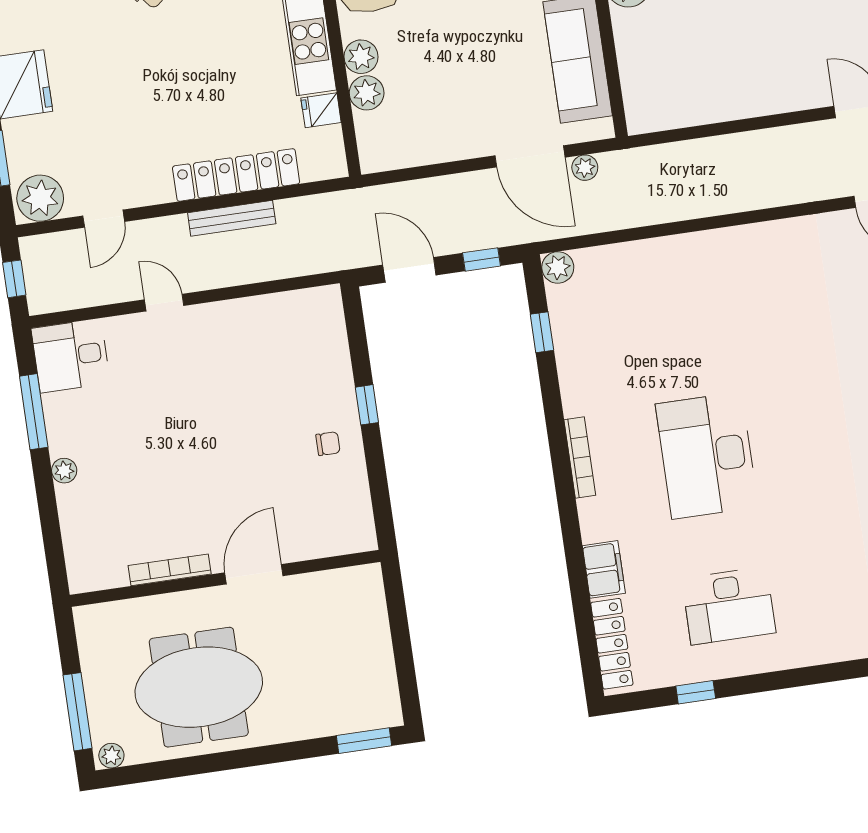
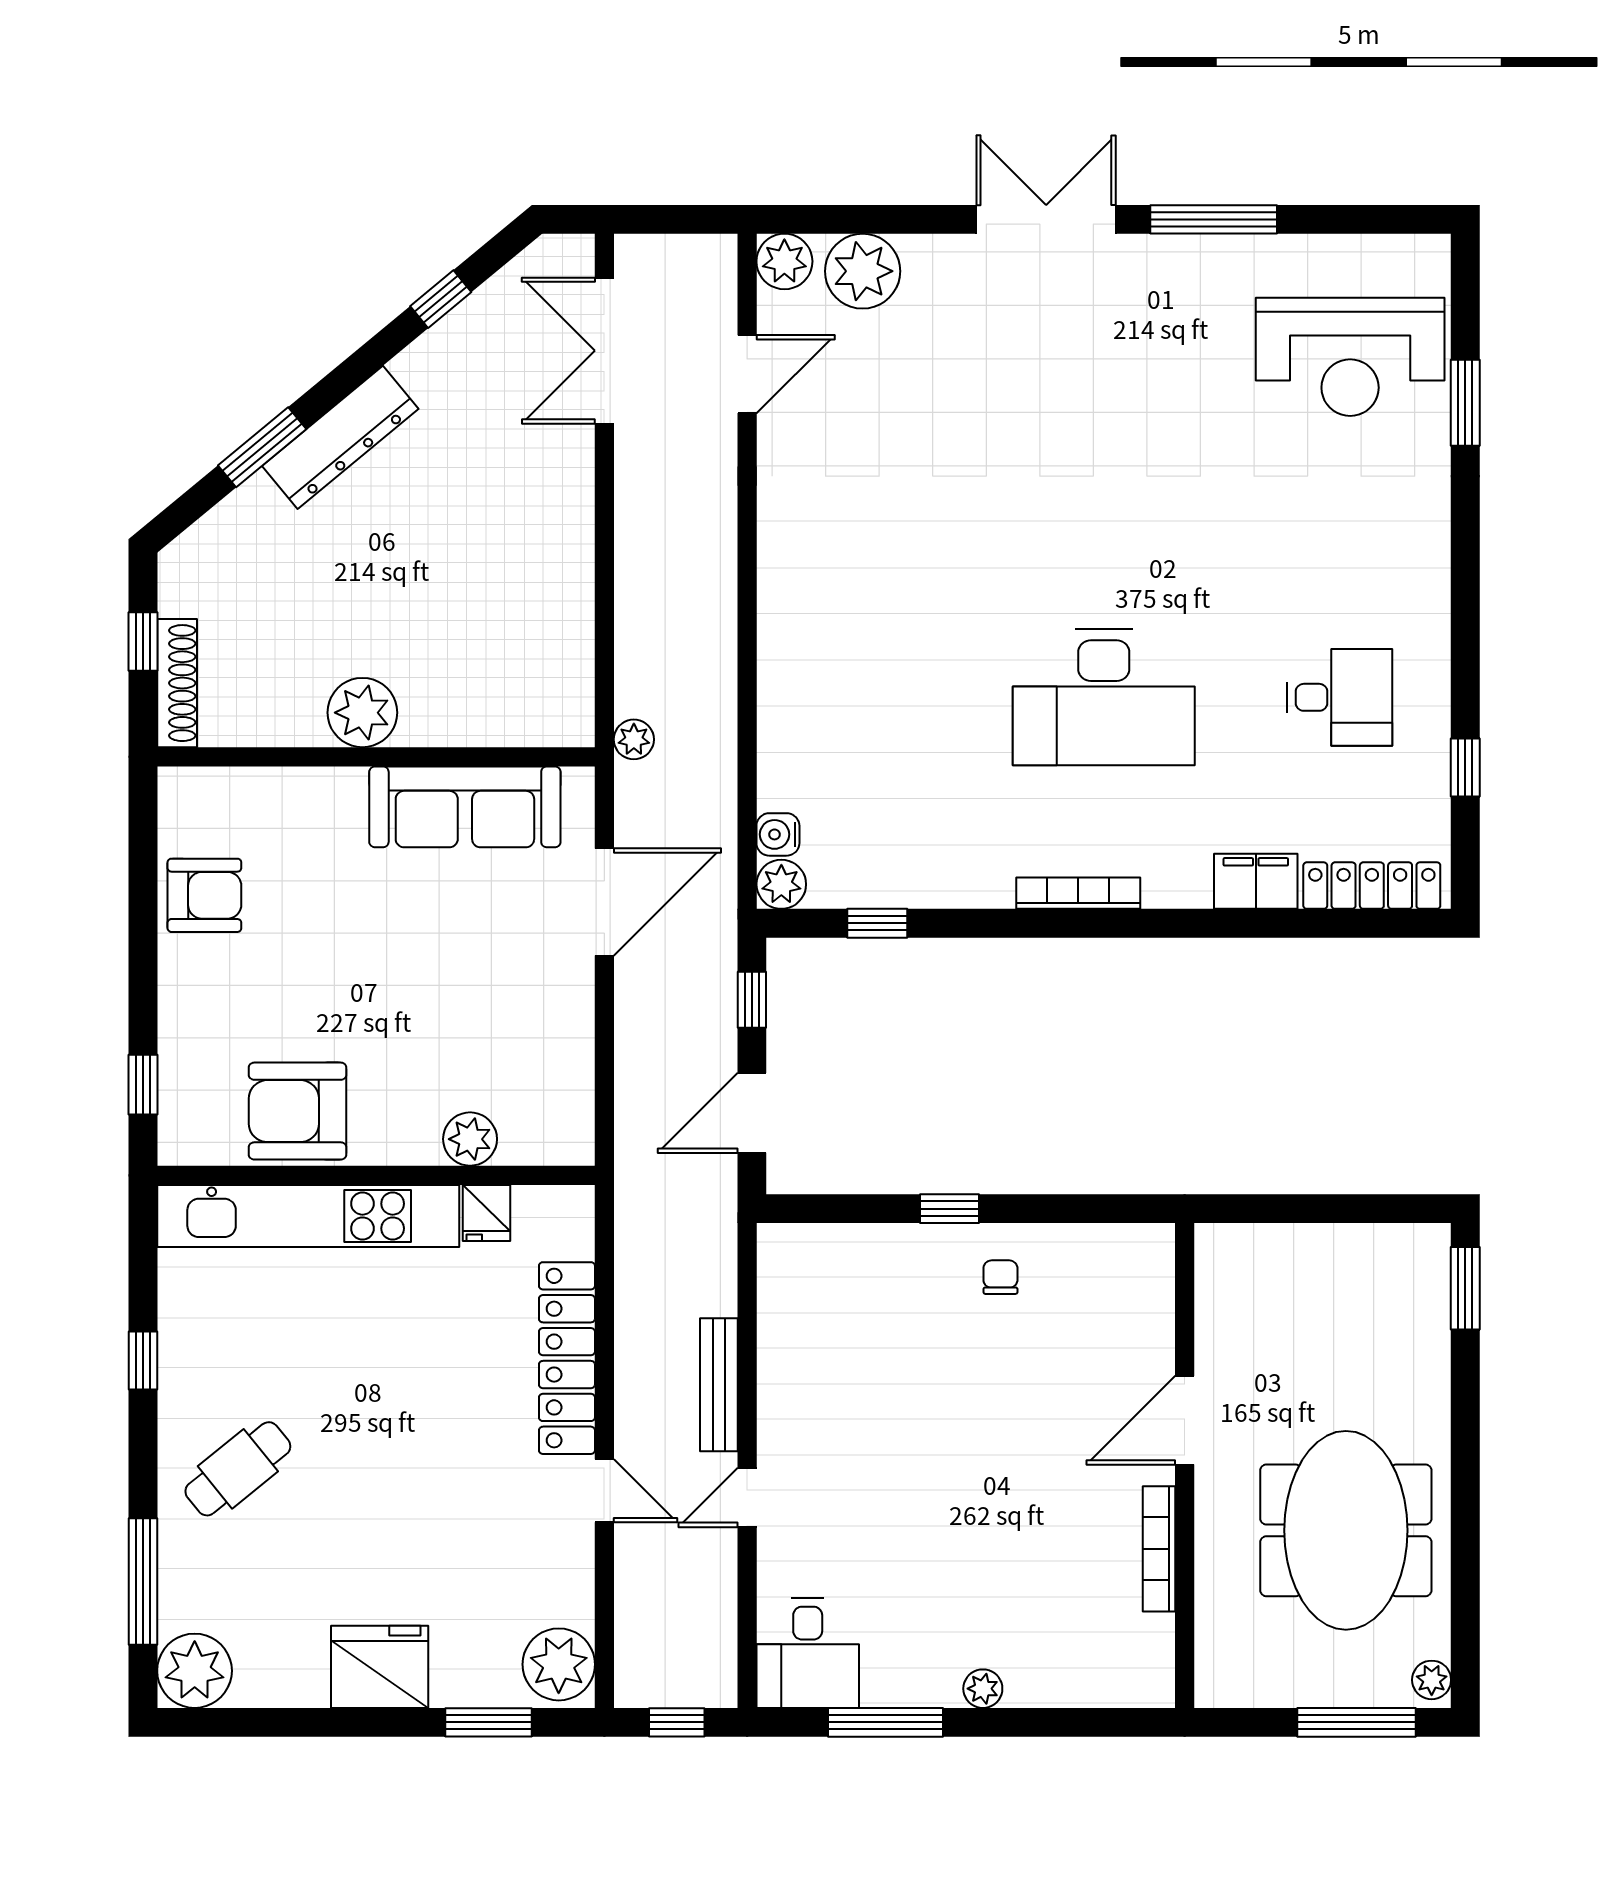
plant: (361, 57) -> (413, 1140), removed
plant: (585, 168) -> (634, 739), moved
bench: (232, 218) -> (719, 1385), moved
door: (104, 219) -> (604, 1491), moved
water cooler: (589, 261) -> (778, 834), added
door: (254, 574) -> (1185, 1420), hinge flipped
desk: (729, 606) -> (1340, 697), width x0.73

